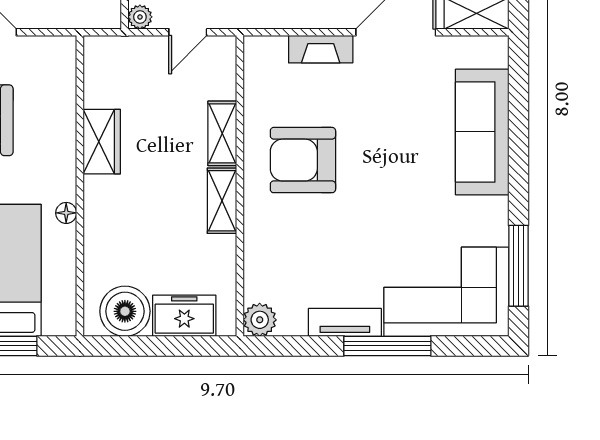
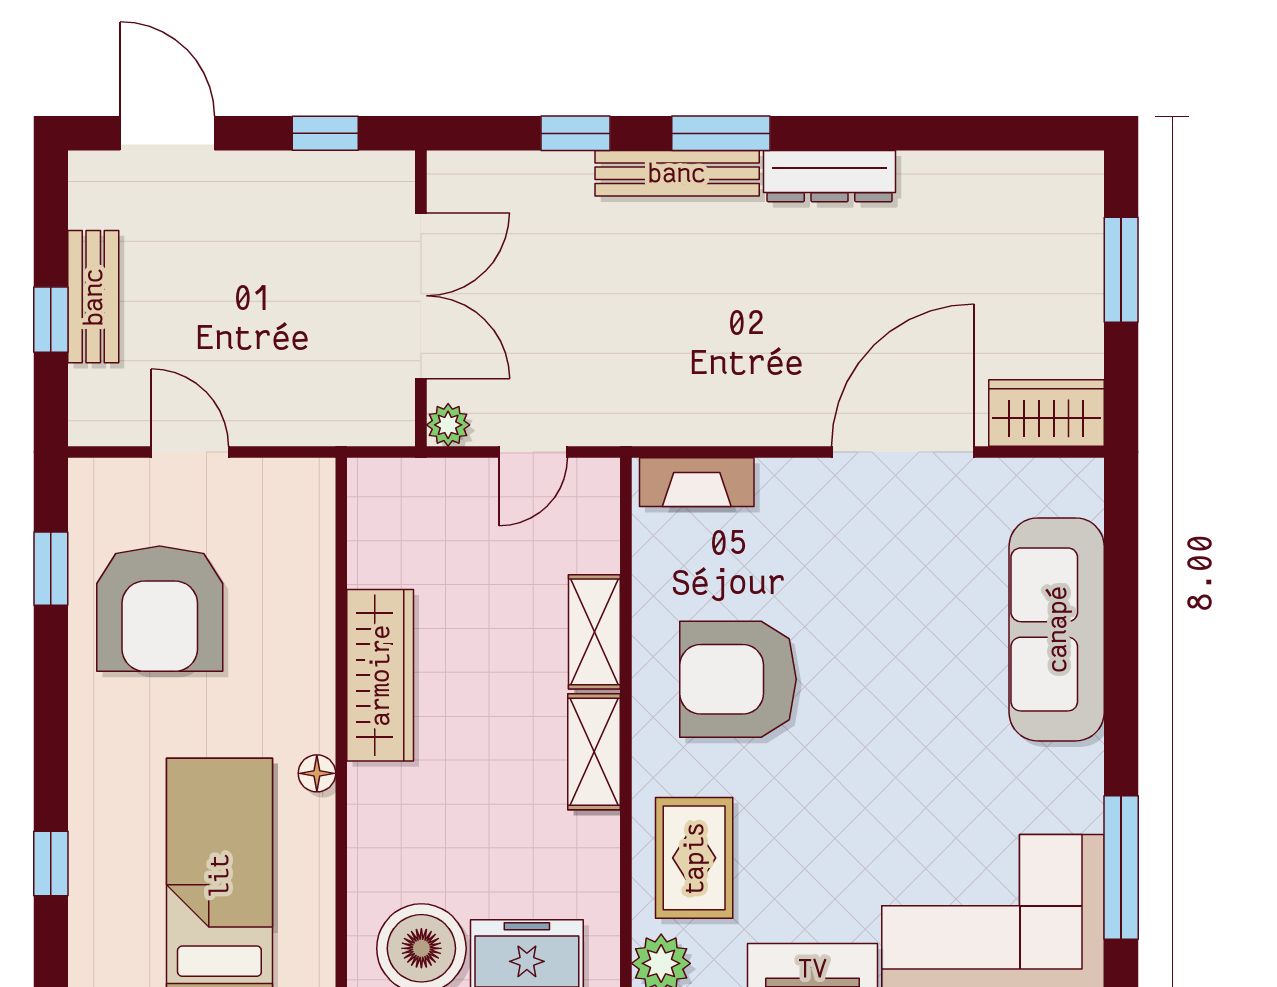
fireplace: (321, 49) -> (697, 482), moved
wardrobe: (102, 142) -> (380, 675), width x1.50
rug: (278, 260) -> (694, 858), added

